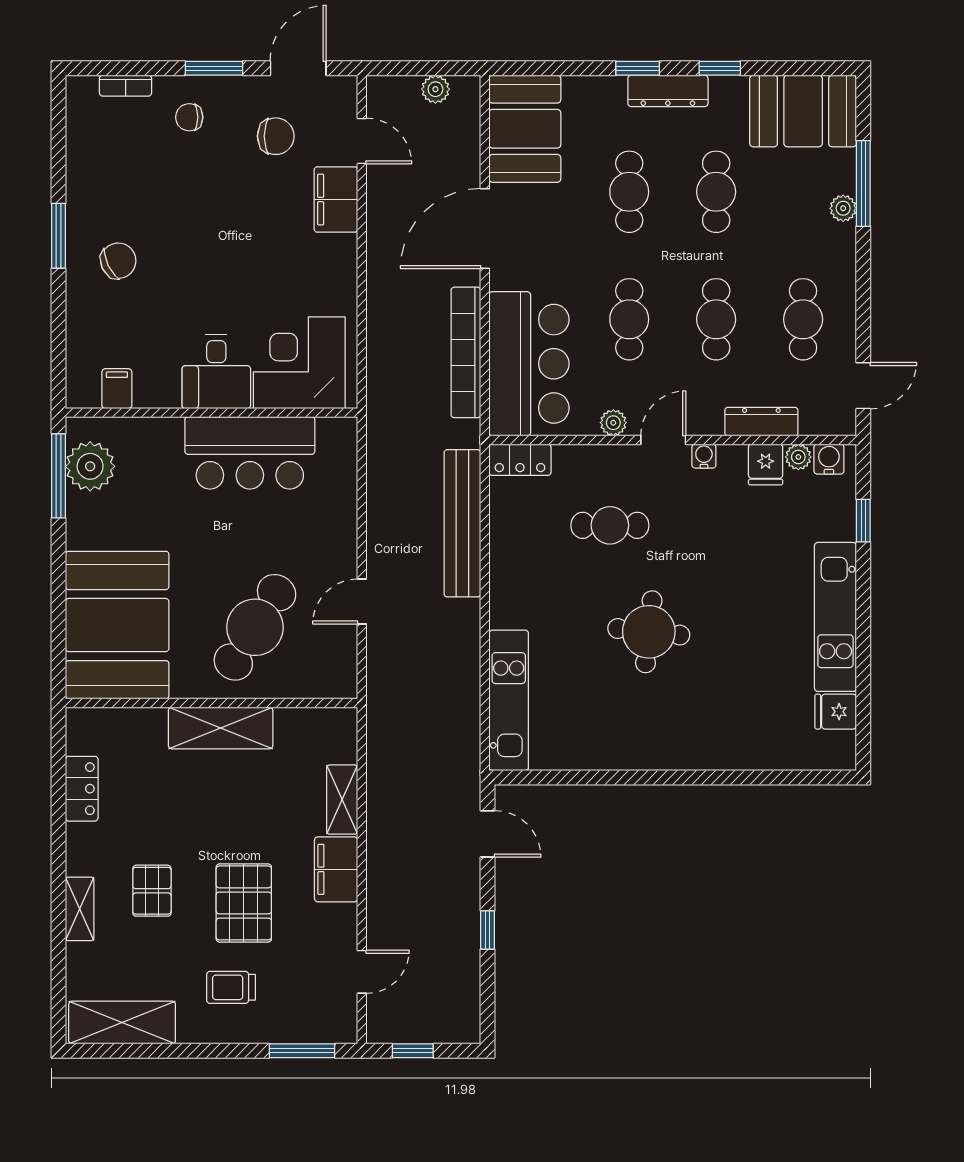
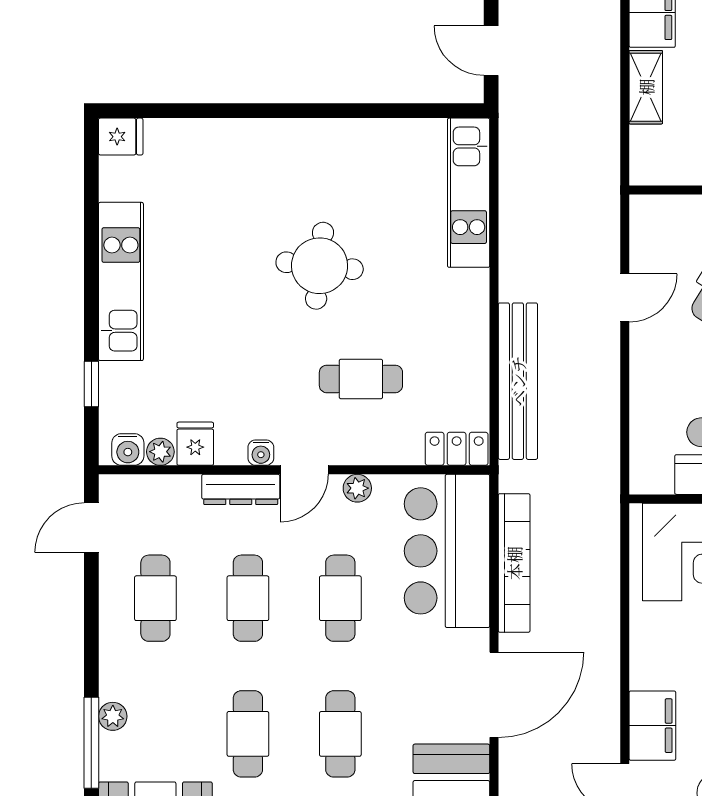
dresser: (761, 422) -> (241, 489), moved
fridge: (836, 712) -> (121, 137), moved

